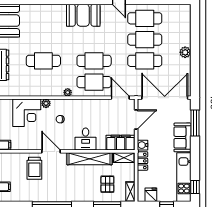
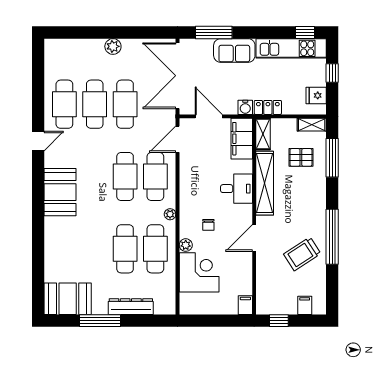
cafe table: (43, 82) -> (155, 249), added
trolley: (34, 168) -> (302, 254), moved, turned 147

